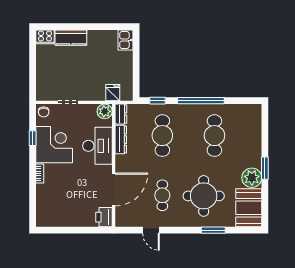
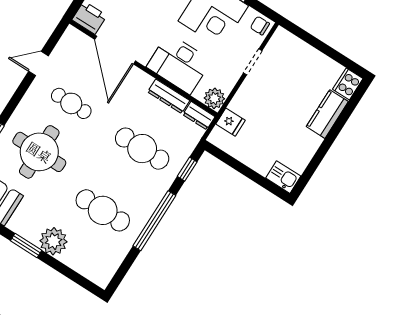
plant: (252, 178) -> (53, 241), moved

